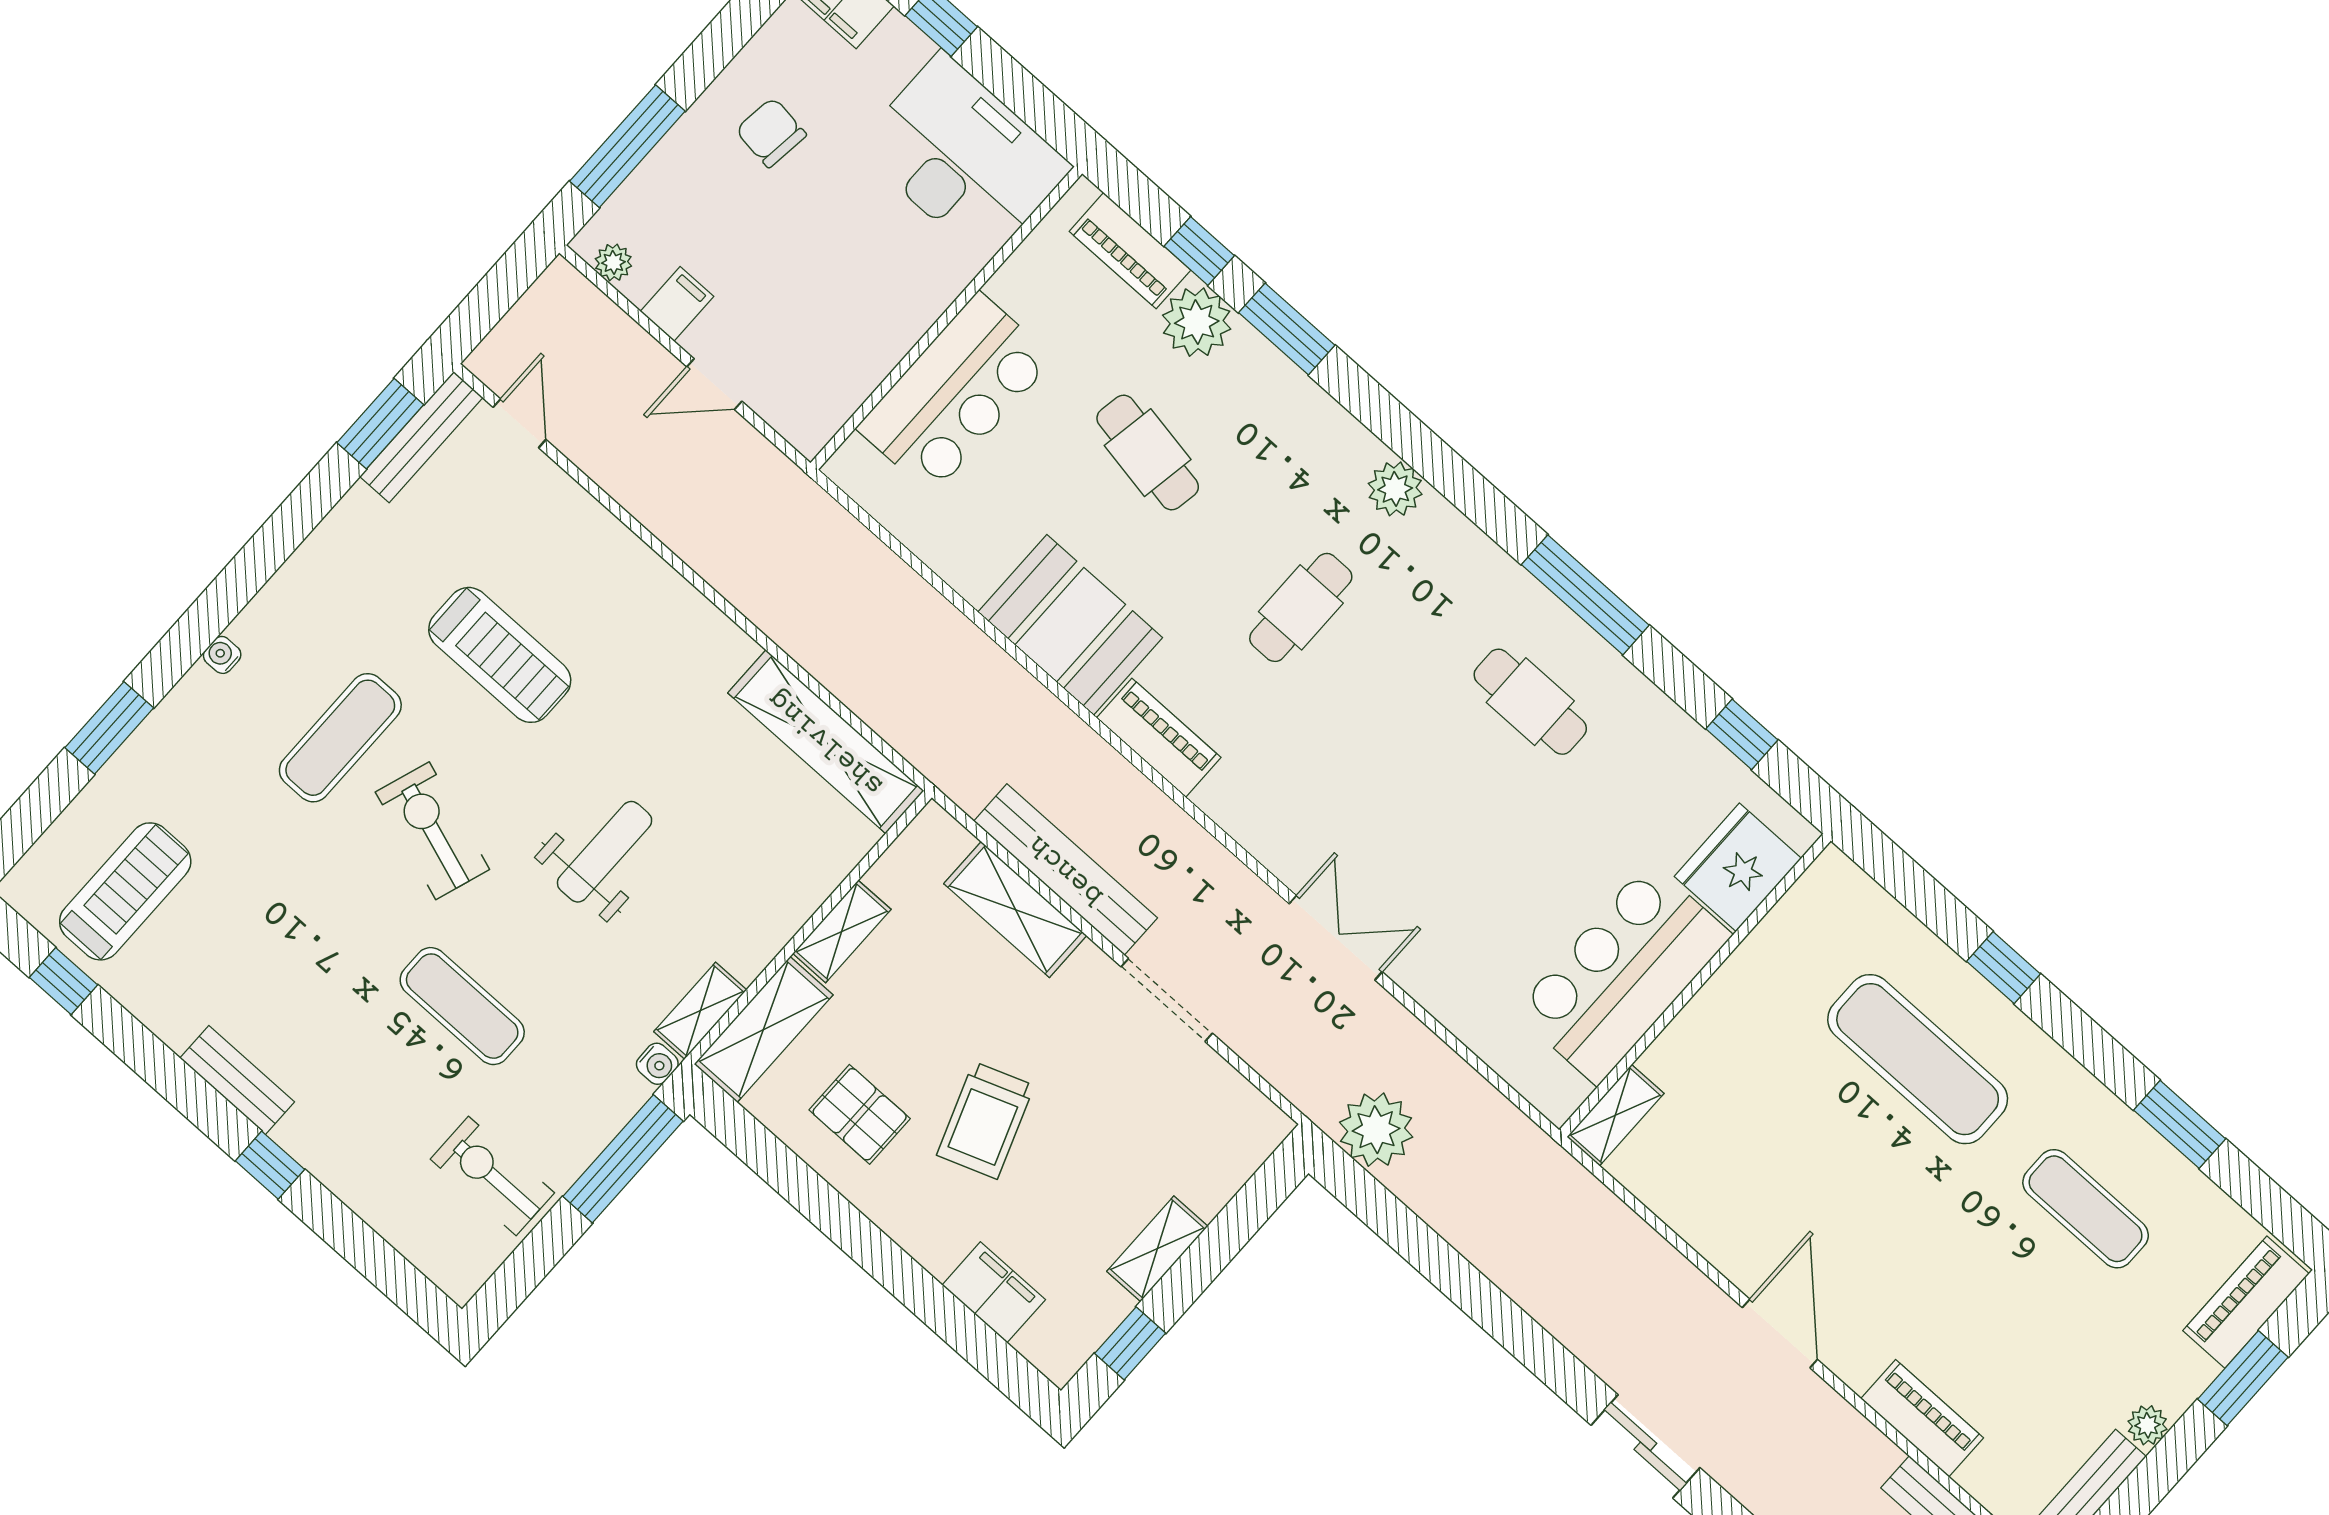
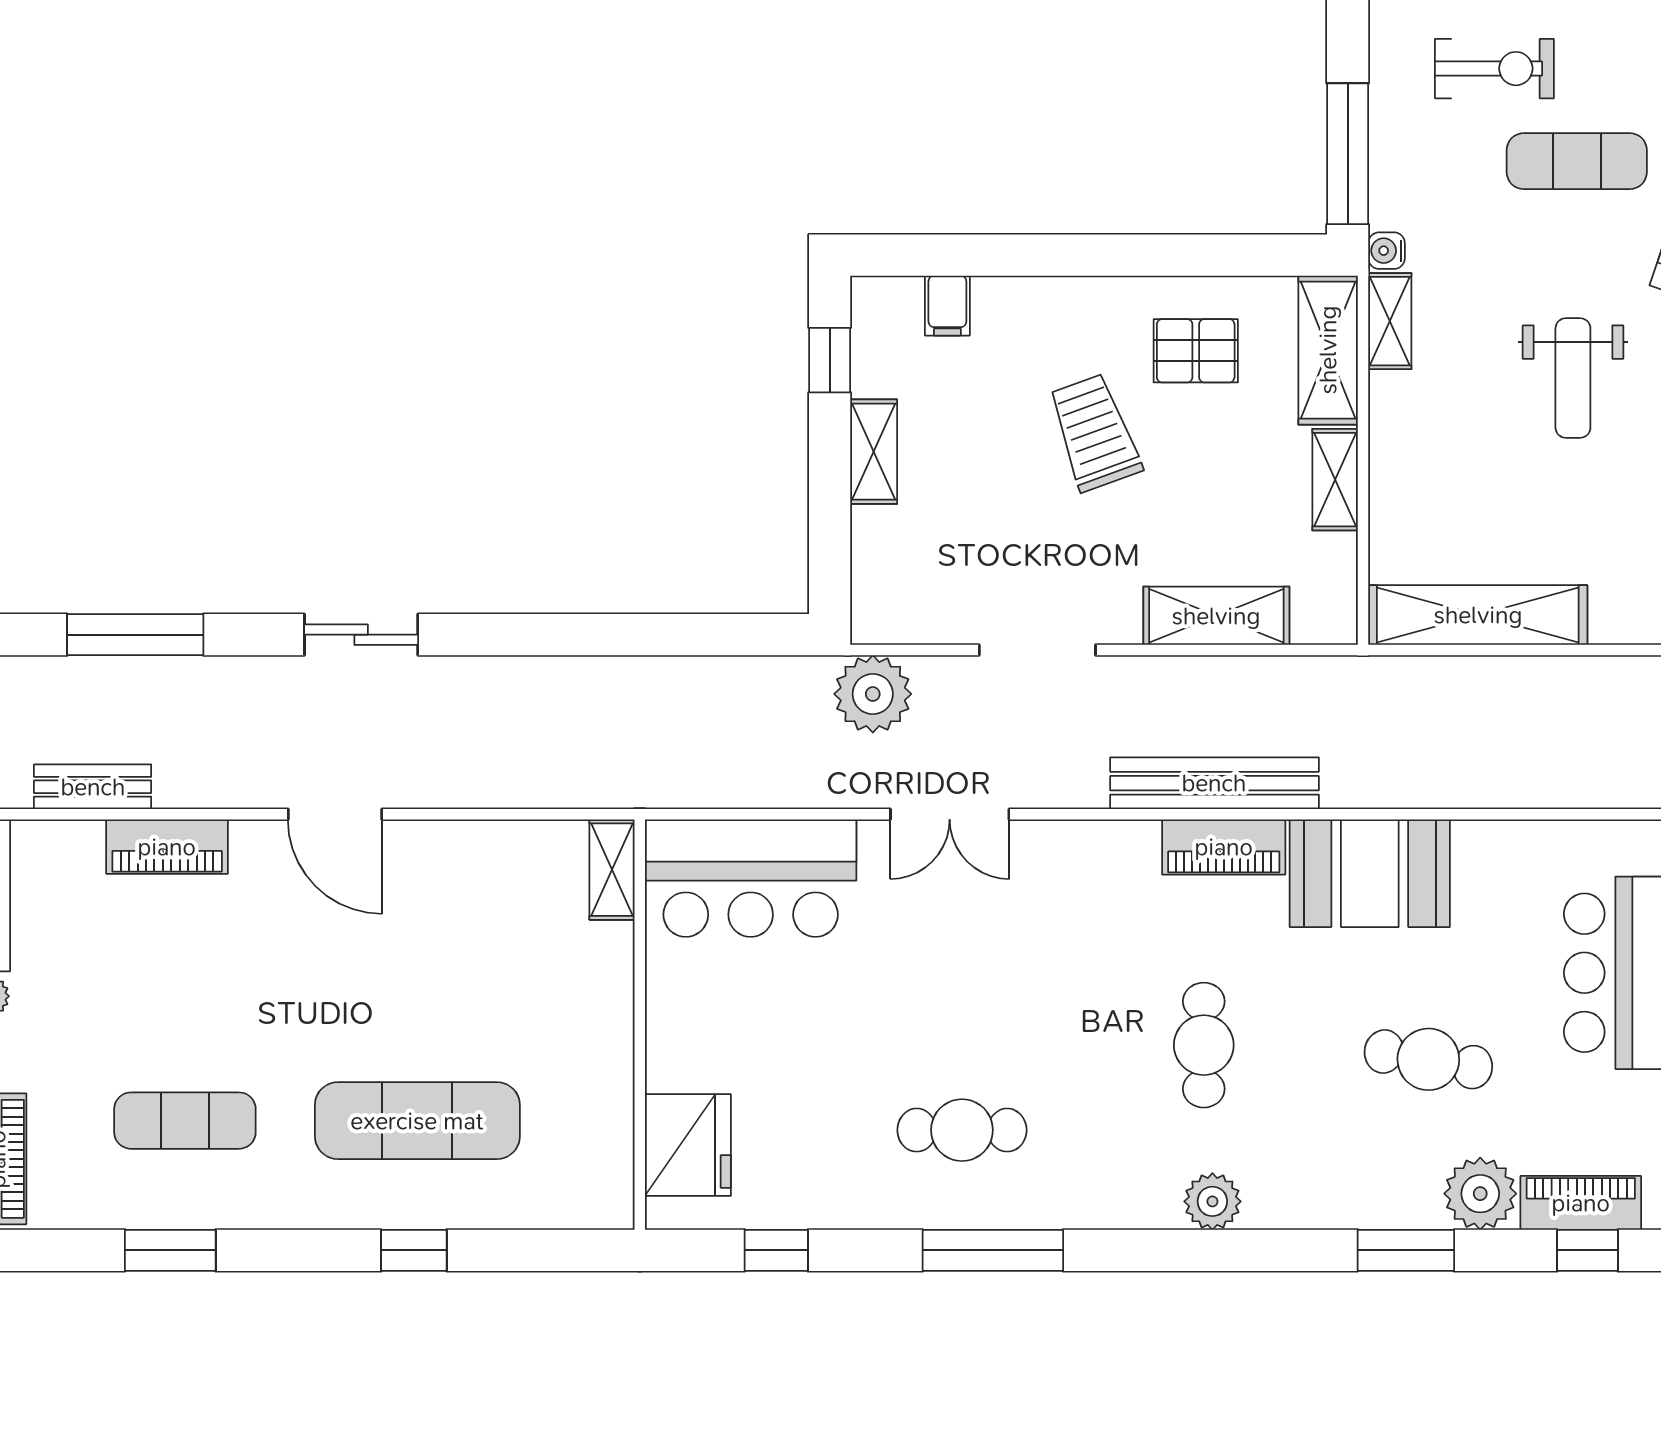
window: (1199, 251) -> (1588, 1250), moved
bench: (1066, 870) -> (1214, 783), moved
bar counter: (1623, 973) -> (751, 878), moved, turned 90
plant: (1376, 1130) -> (873, 694), moved
exercise bike: (492, 1176) -> (1494, 69), moved
filing cabinet: (994, 1292) -> (947, 306), width x0.50

